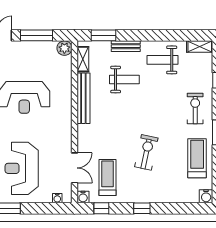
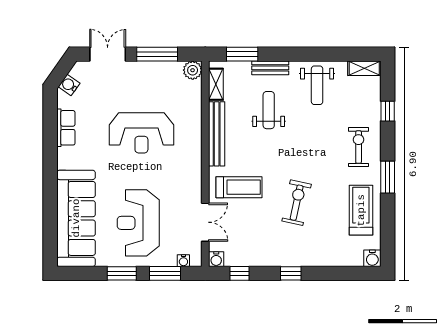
weight bench: (162, 60) -> (317, 85), turned -90
weight bench: (124, 80) -> (269, 110), turned -90
treadmill: (108, 178) -> (239, 187), moved, turned 90
window: (43, 208) -> (165, 273), added

